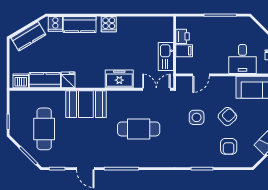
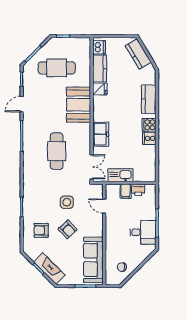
cooker: (55, 24) -> (149, 138), moved
desk: (242, 59) -> (143, 232), moved, turned 180

